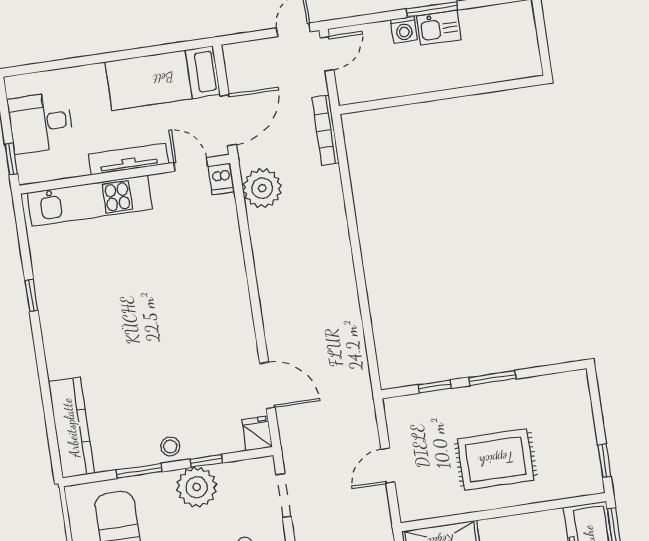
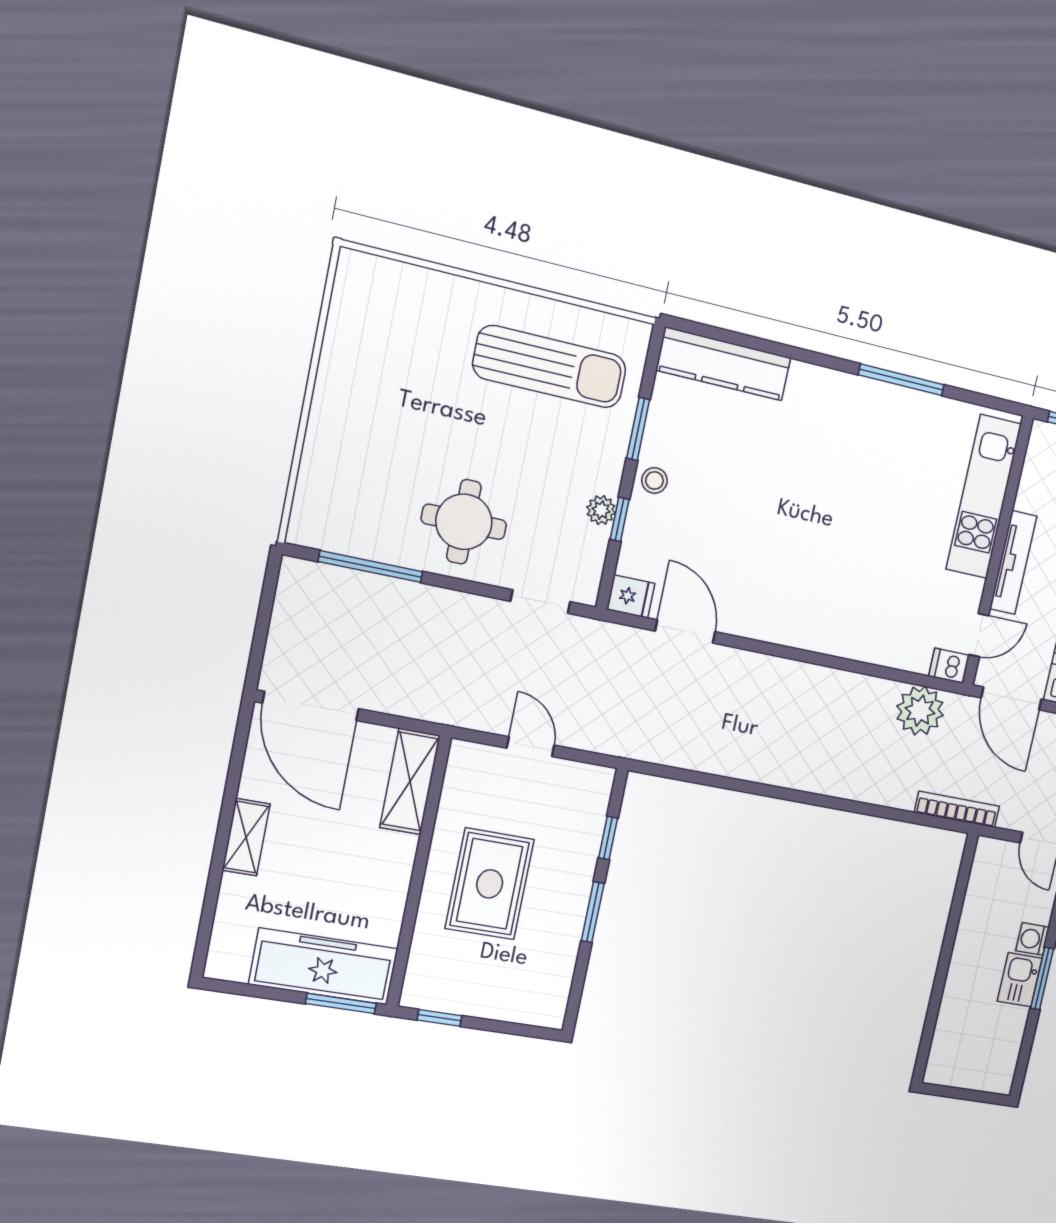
window: (31, 295) -> (901, 380), width x2.17
door: (267, 385) -> (685, 631), swing flipped
plant: (197, 487) -> (601, 510), width x0.53, depth x0.53

